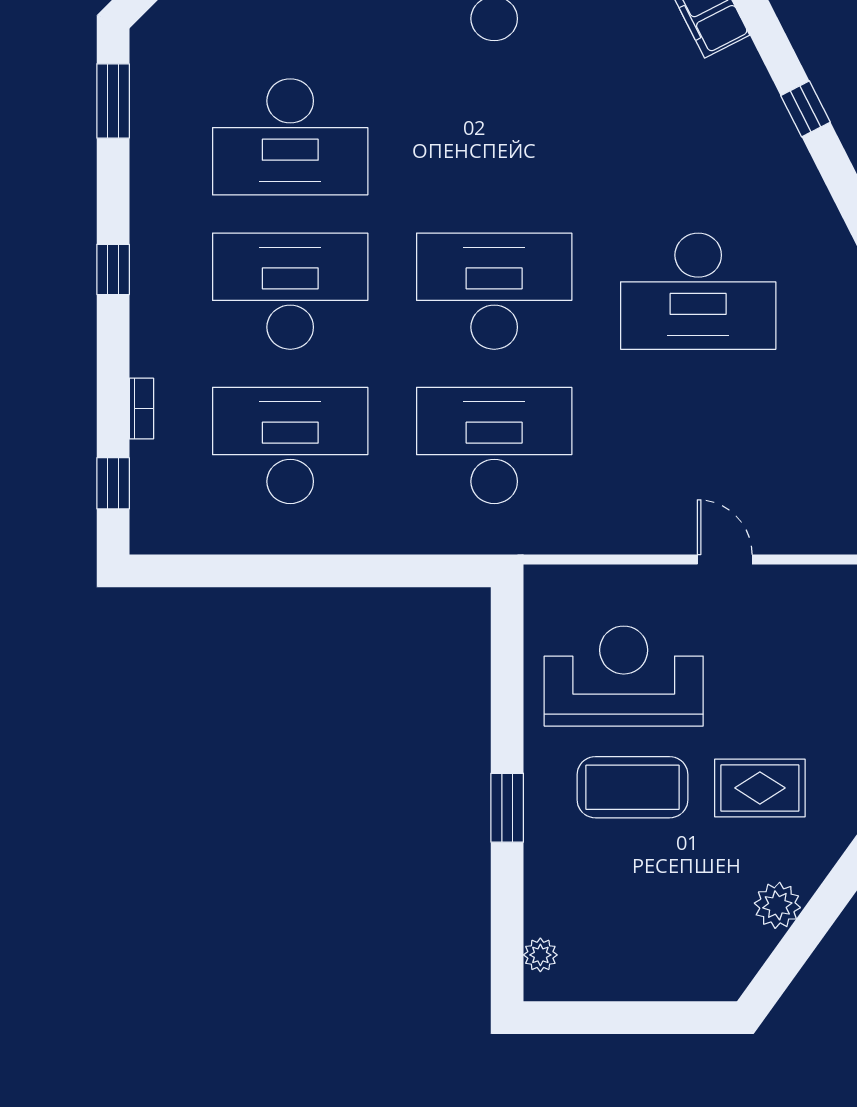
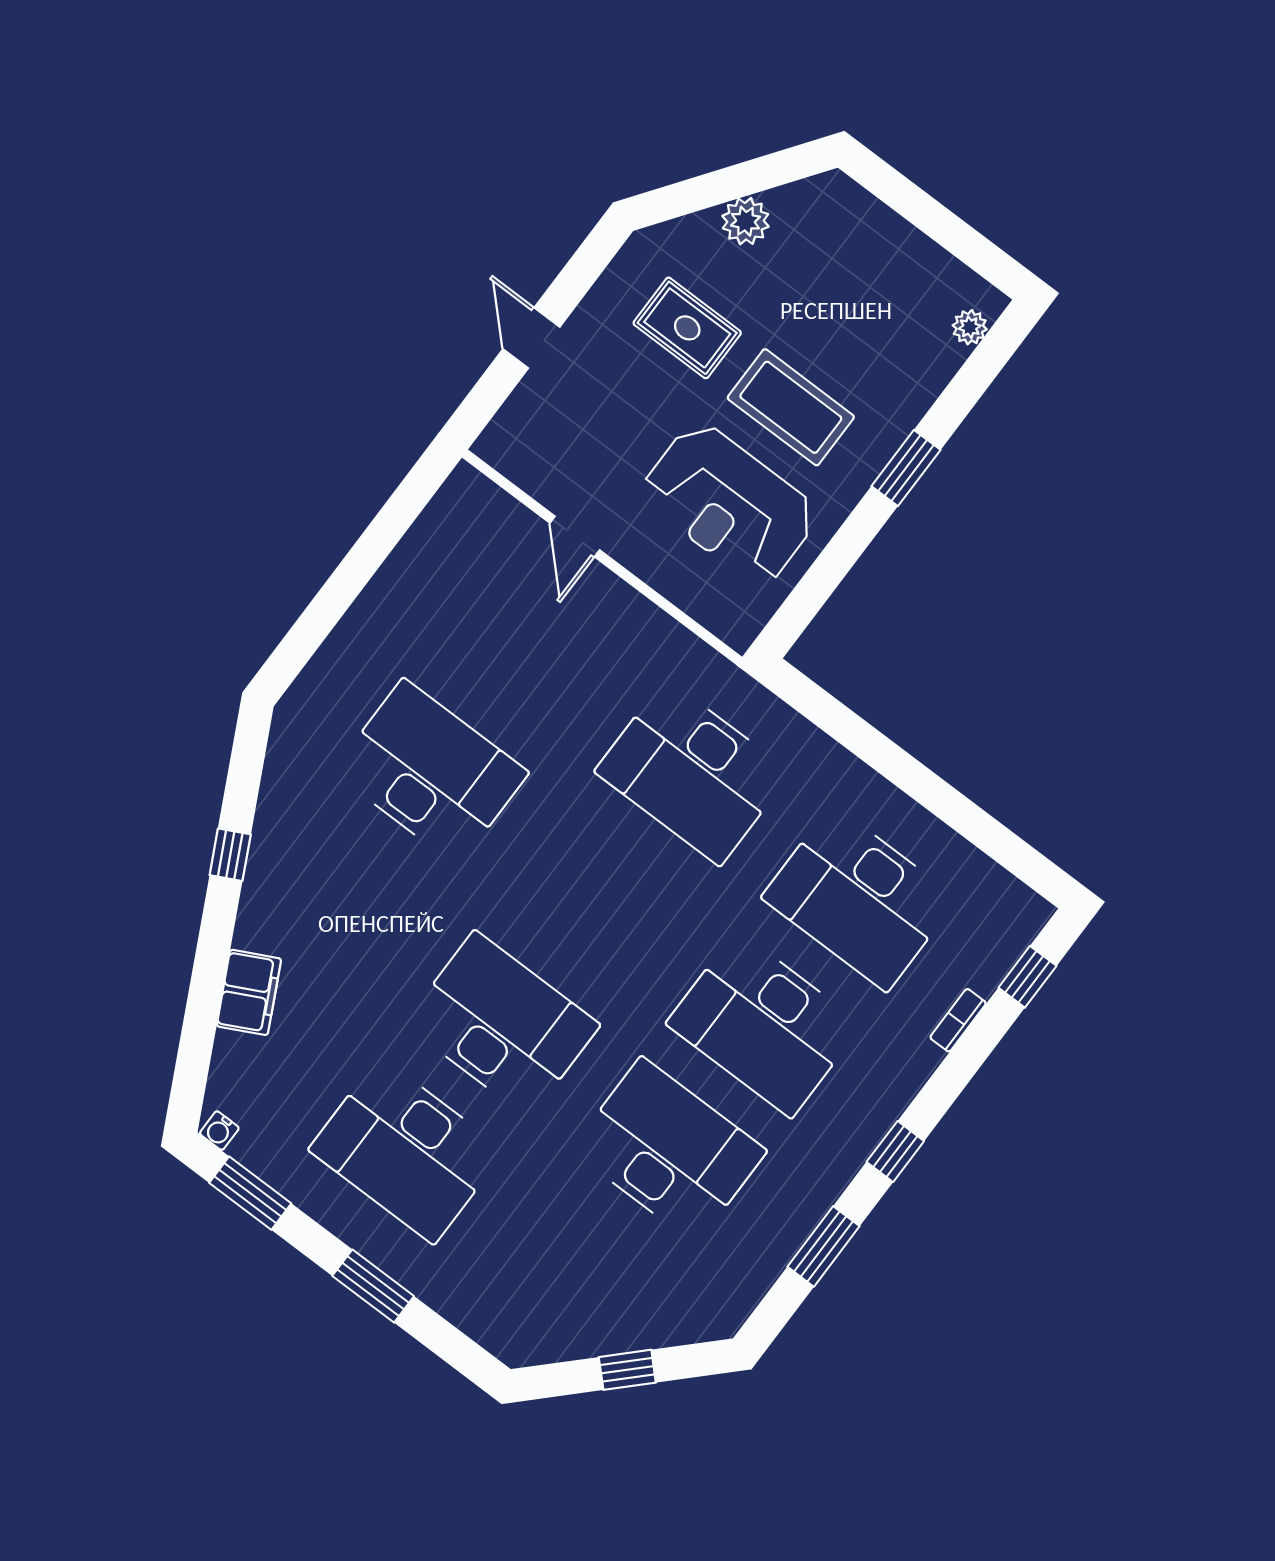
window: (113, 101) -> (823, 1246), moved
desk: (494, 291) -> (502, 1024), moved, turned 180

